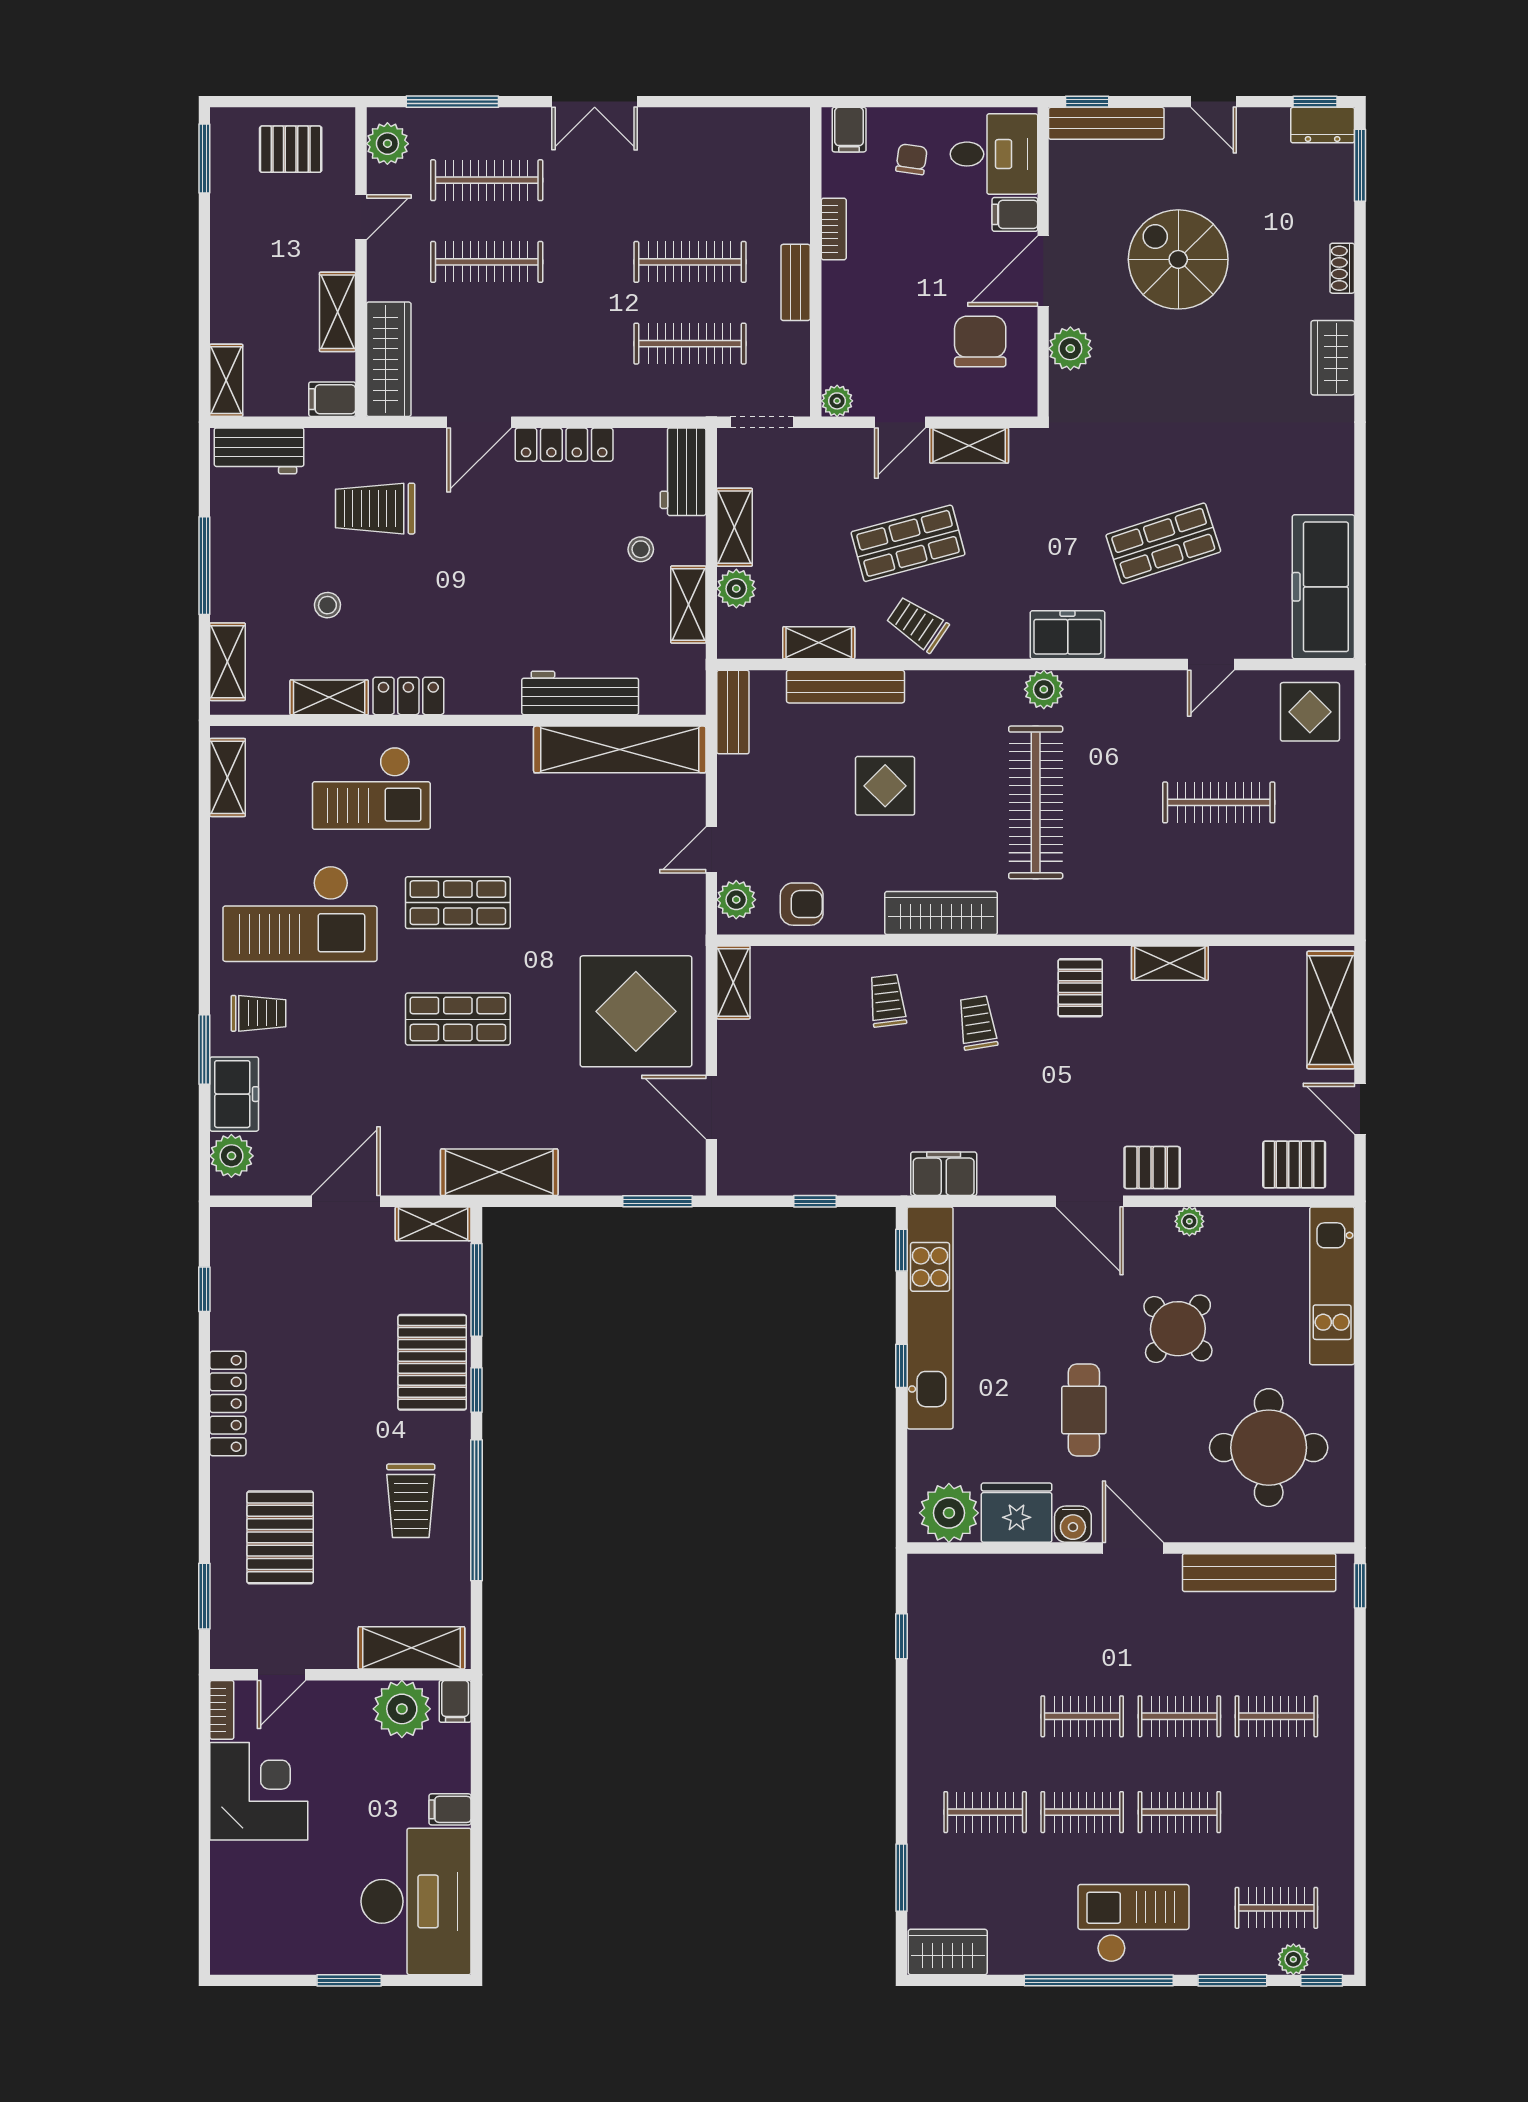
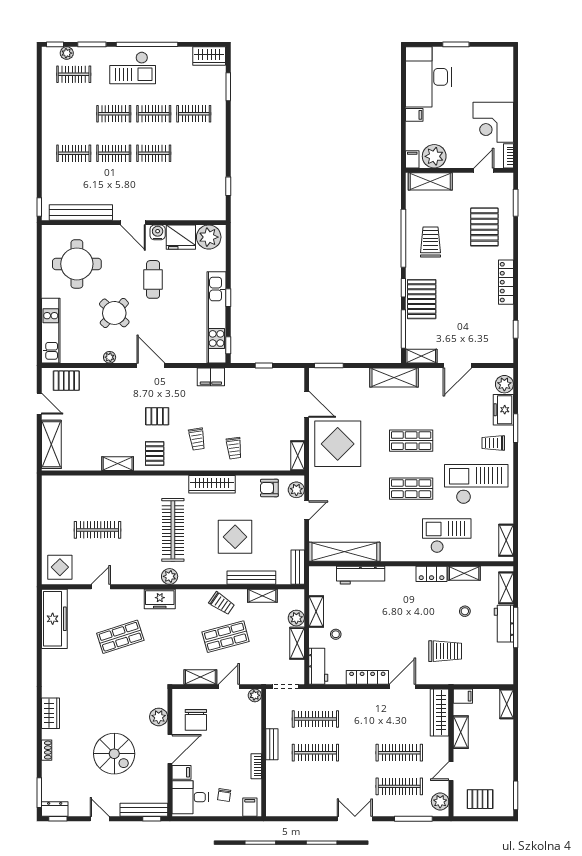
workbench: (259, 451) -> (504, 624), moved, turned -90
display table: (885, 786) -> (235, 537), width x1.36, depth x1.36
pallet: (1152, 1168) -> (157, 416), moved

